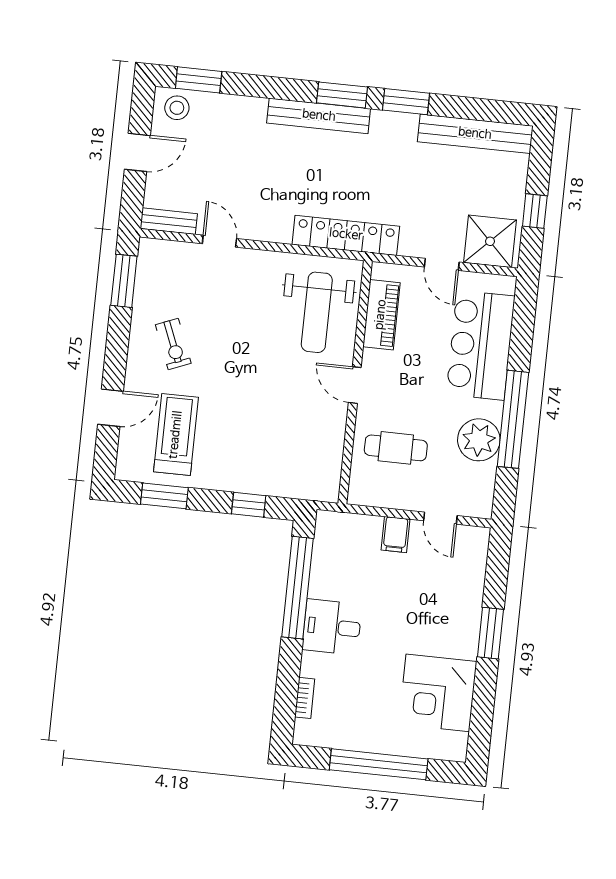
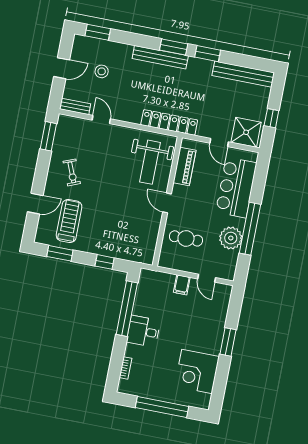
stool: (177, 108) -> (102, 71), moved

